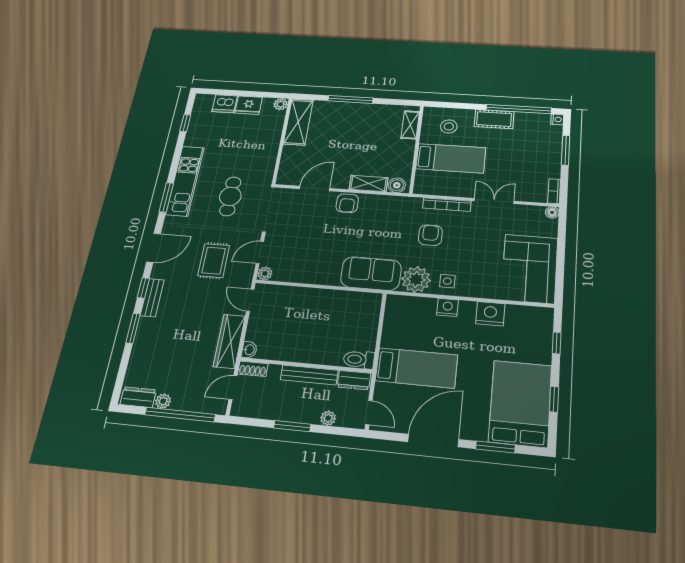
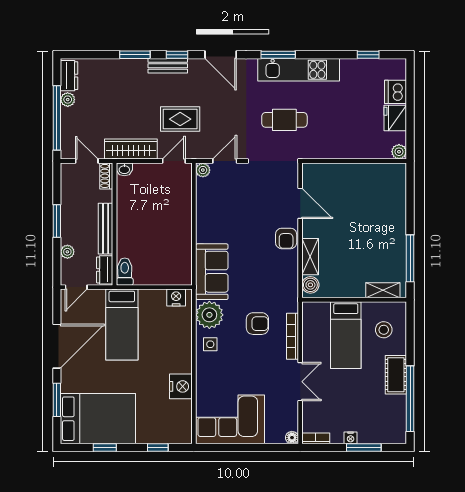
window: (350, 99) -> (410, 258), moved
nightstand: (557, 119) -> (351, 438), moved
shelving: (298, 122) -> (378, 174), removed
armchair: (347, 203) -> (286, 238), turned -90
door: (260, 252) -> (225, 161), hinge flipped
rug: (214, 261) -> (180, 119), moved
nightstand: (448, 307) -> (176, 298), moved, turned -90
door: (433, 441) -> (57, 346), hinge flipped

